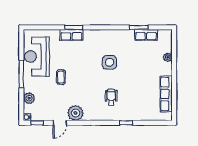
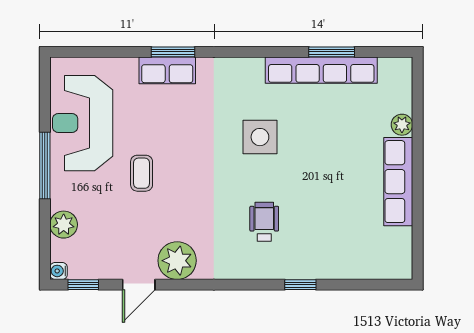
row of seats: (146, 35) -> (321, 70), width x2.02
row of seats: (166, 94) -> (398, 182), moved

